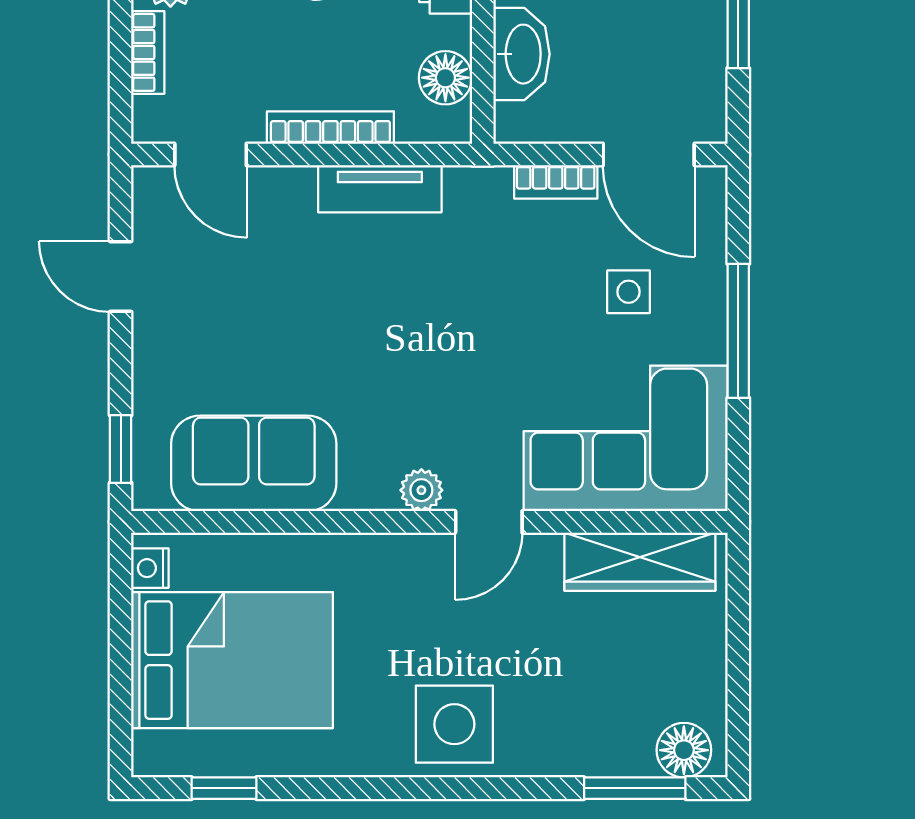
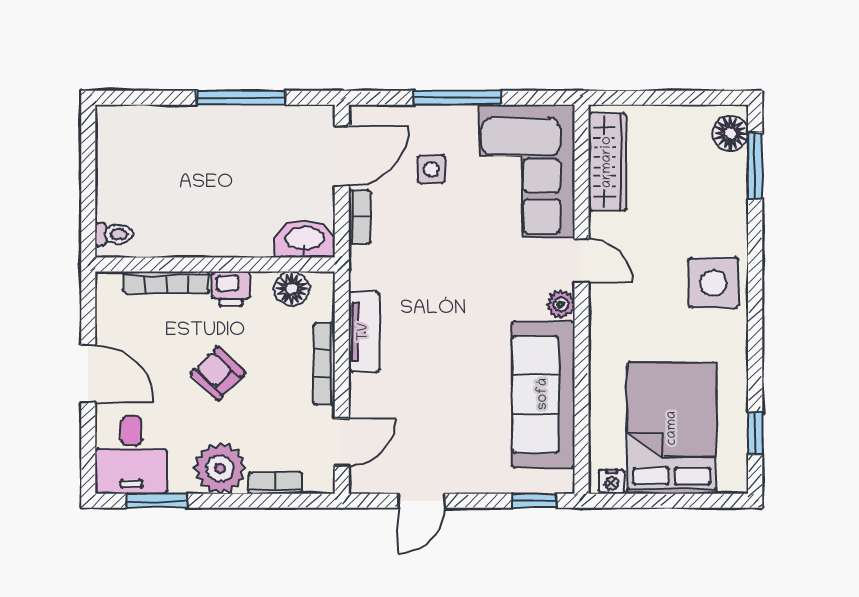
washbasin: (522, 54) -> (305, 239), moved
sofa: (254, 463) -> (543, 394), width x1.36

